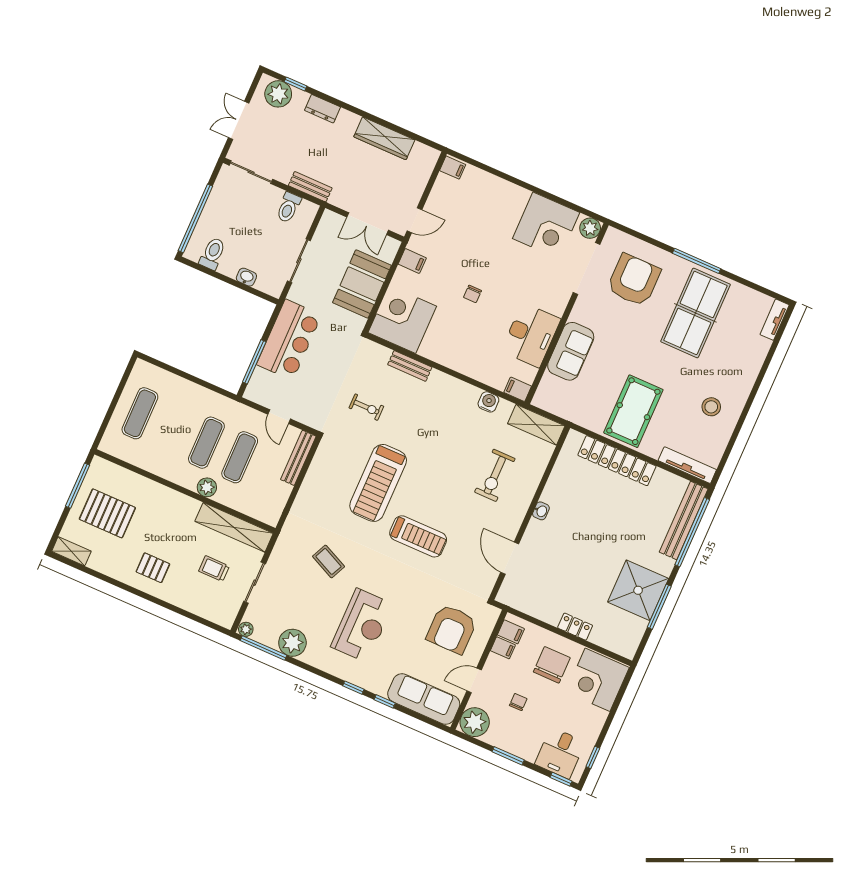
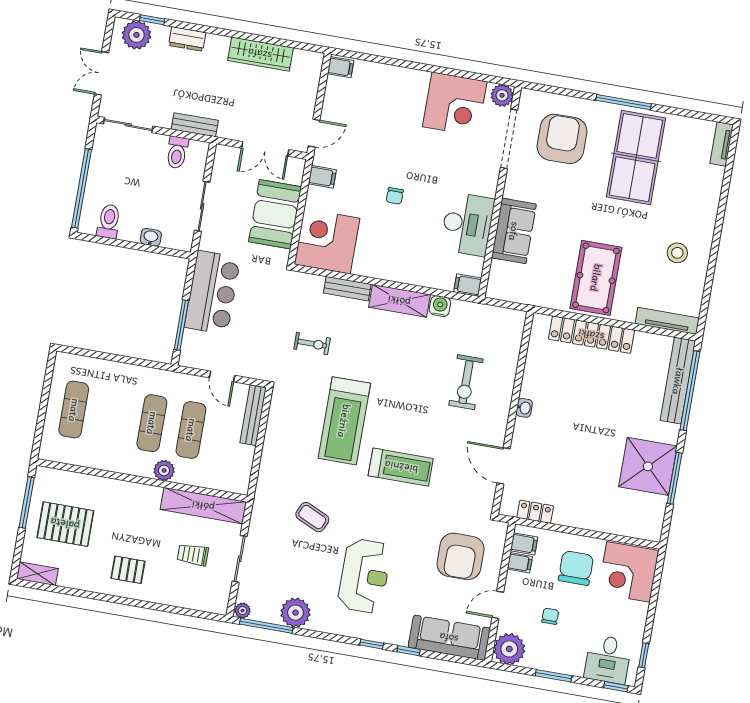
shelving: (536, 425) -> (399, 301), moved
locker: (575, 627) -> (535, 512), moved

